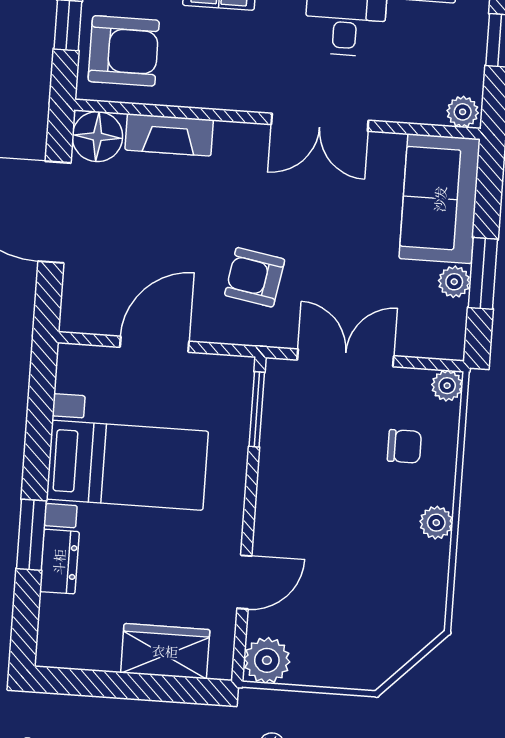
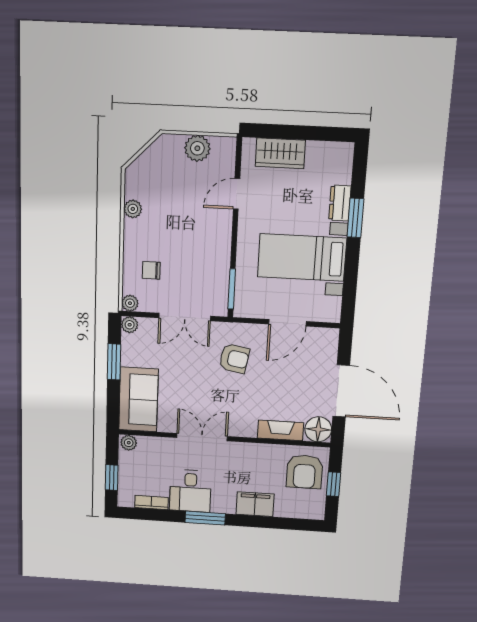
armchair: (124, 51) -> (304, 472), turned -90
plant: (454, 282) -> (130, 325), moved
plant: (436, 523) -> (133, 209), moved
plant: (267, 660) -> (197, 148), moved

